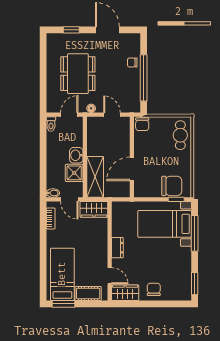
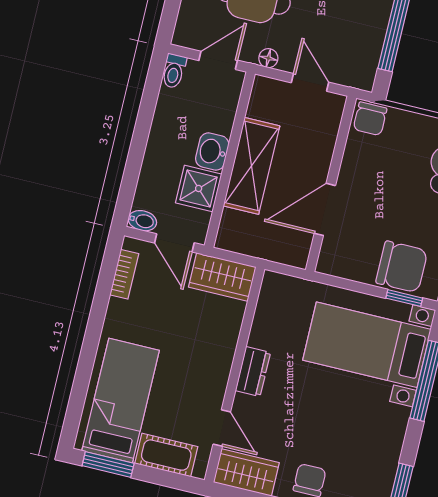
shelving: (95, 177) -> (252, 166), moved

